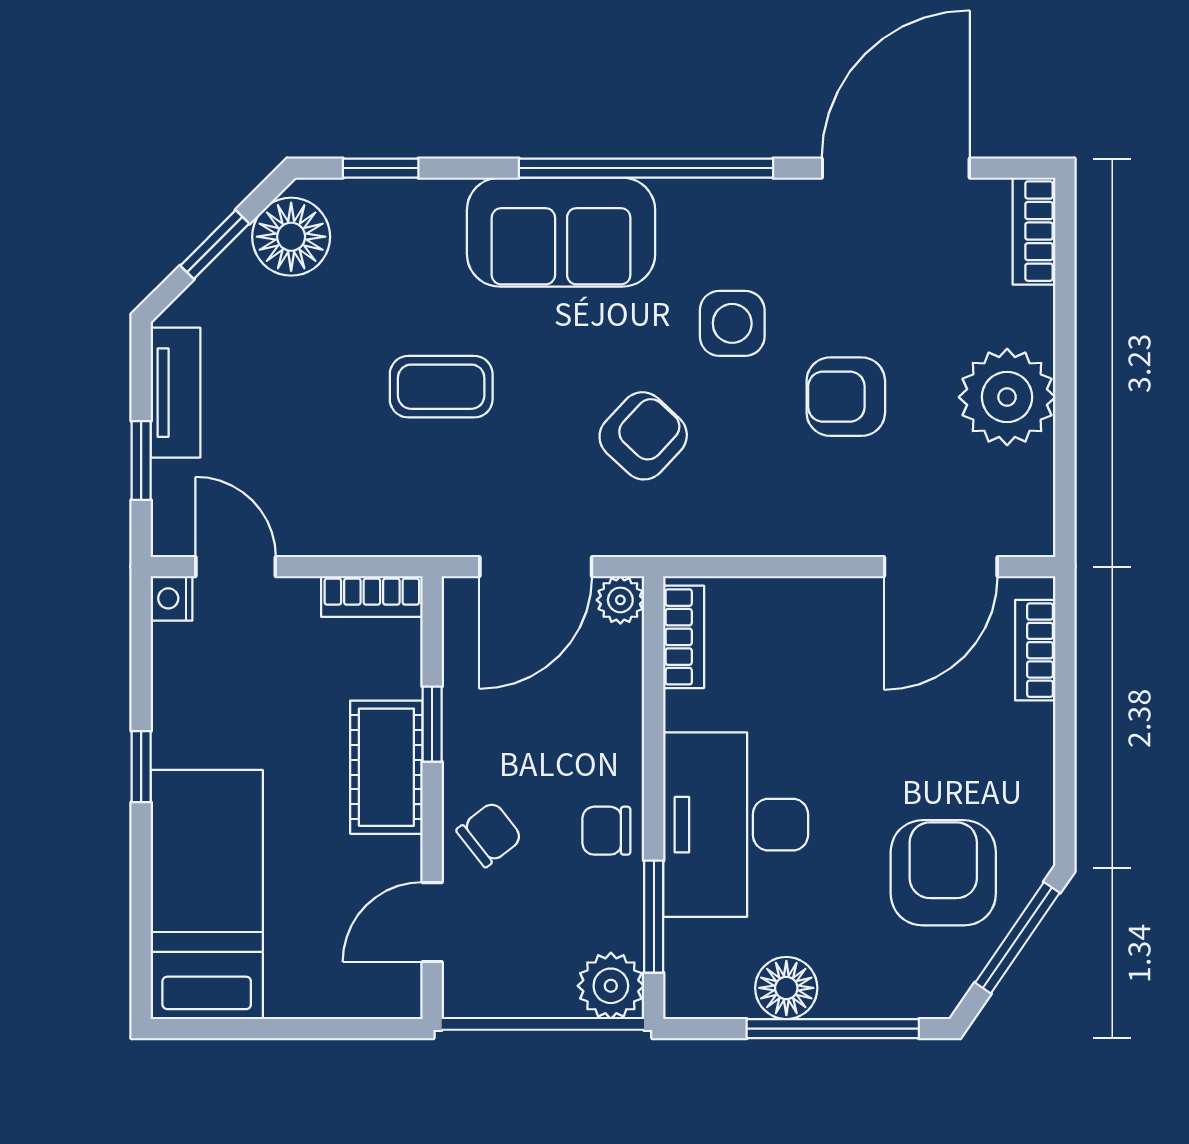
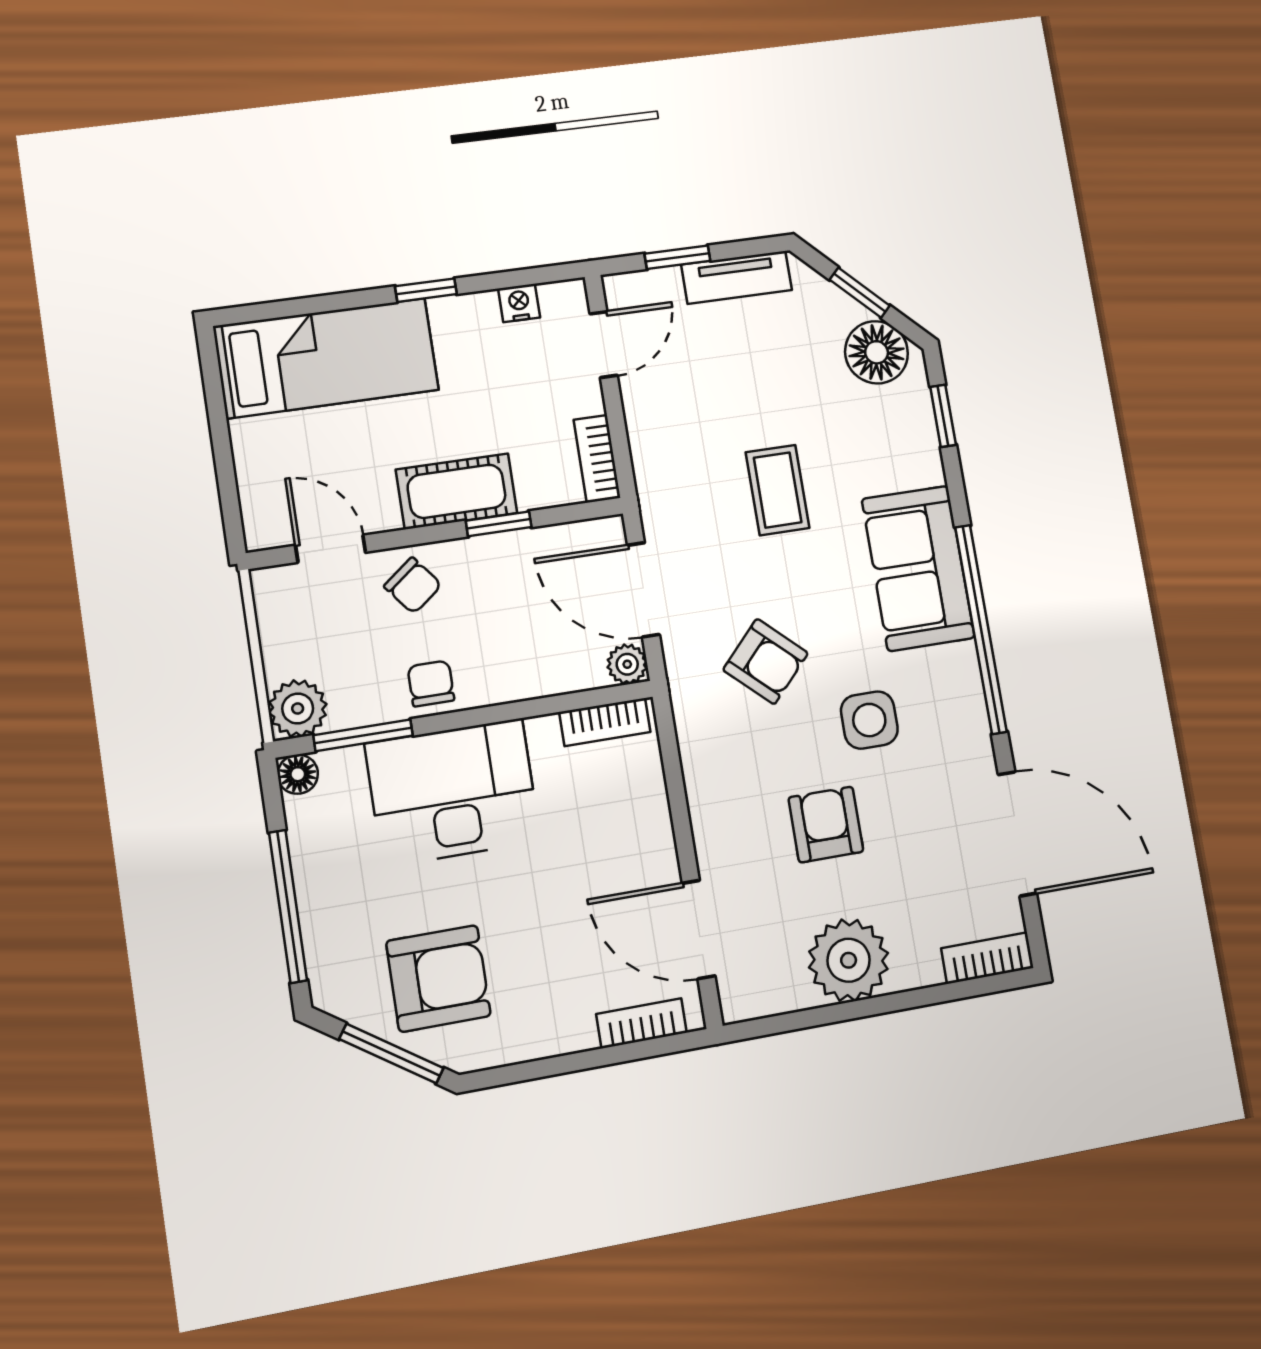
nightstand: (172, 598) -> (519, 303), moved
floor lamp: (786, 988) -> (298, 774), moved, width x0.73, depth x0.73

